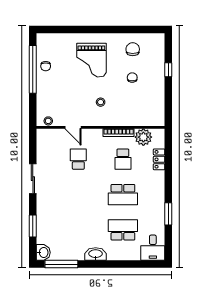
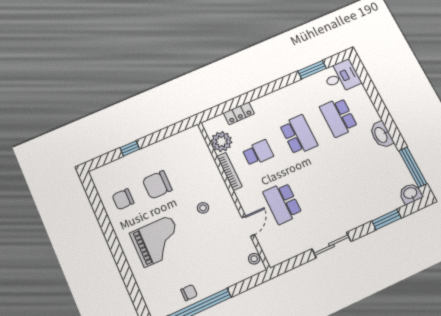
chair: (132, 78) -> (157, 185), width x1.87, depth x1.87
school desk: (78, 159) -> (283, 203), width x1.85
window: (168, 214) -> (312, 70), moved

